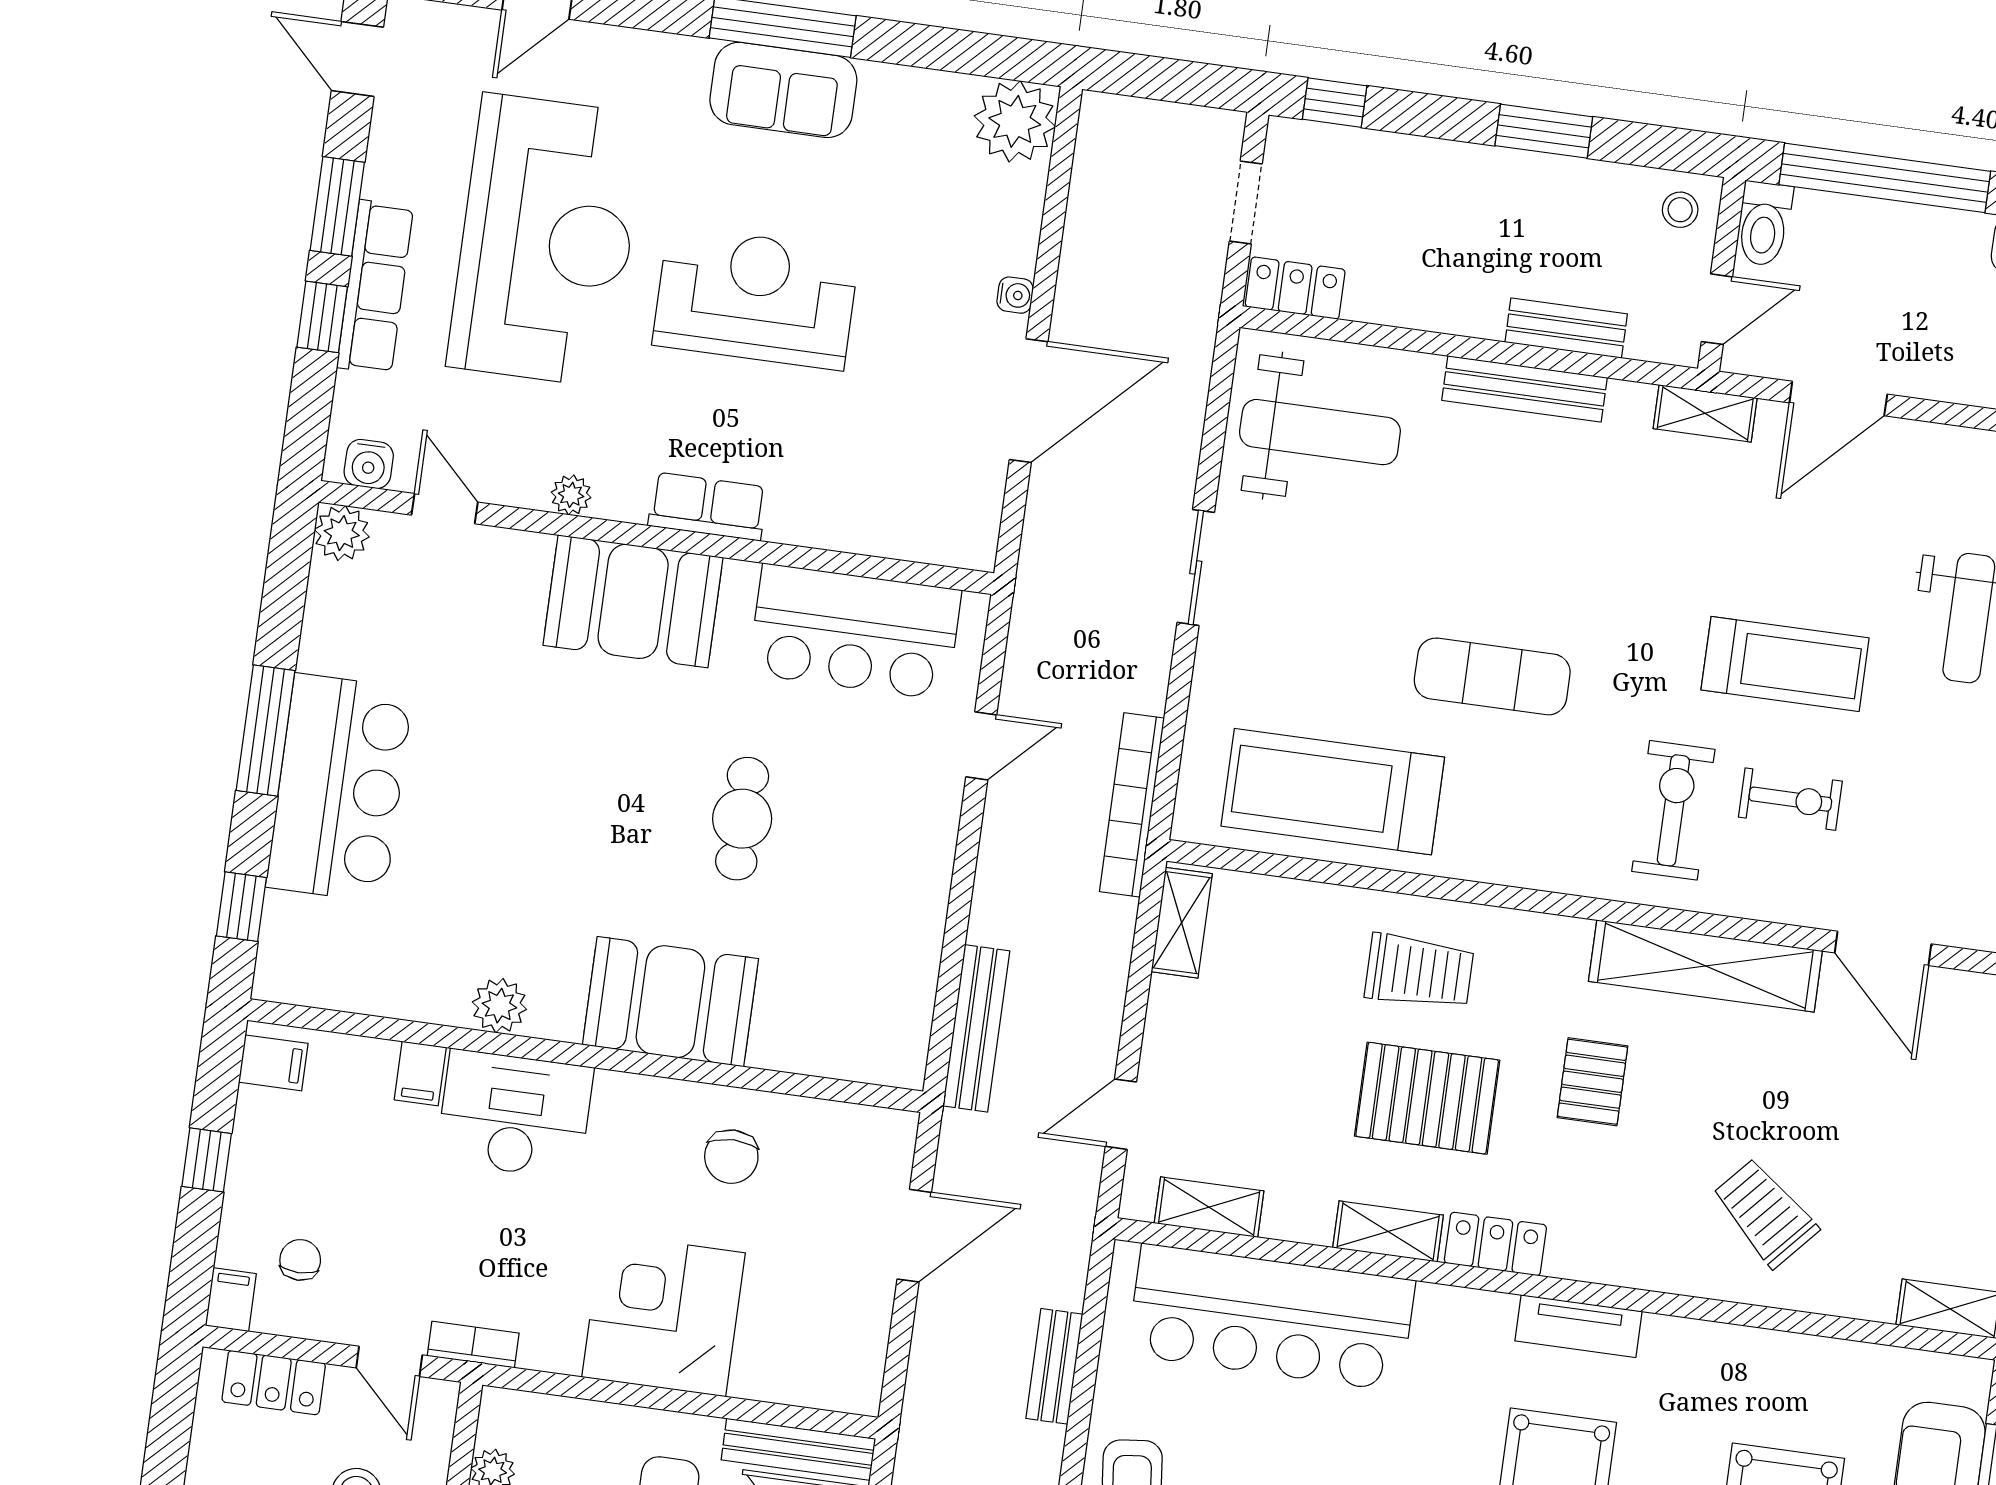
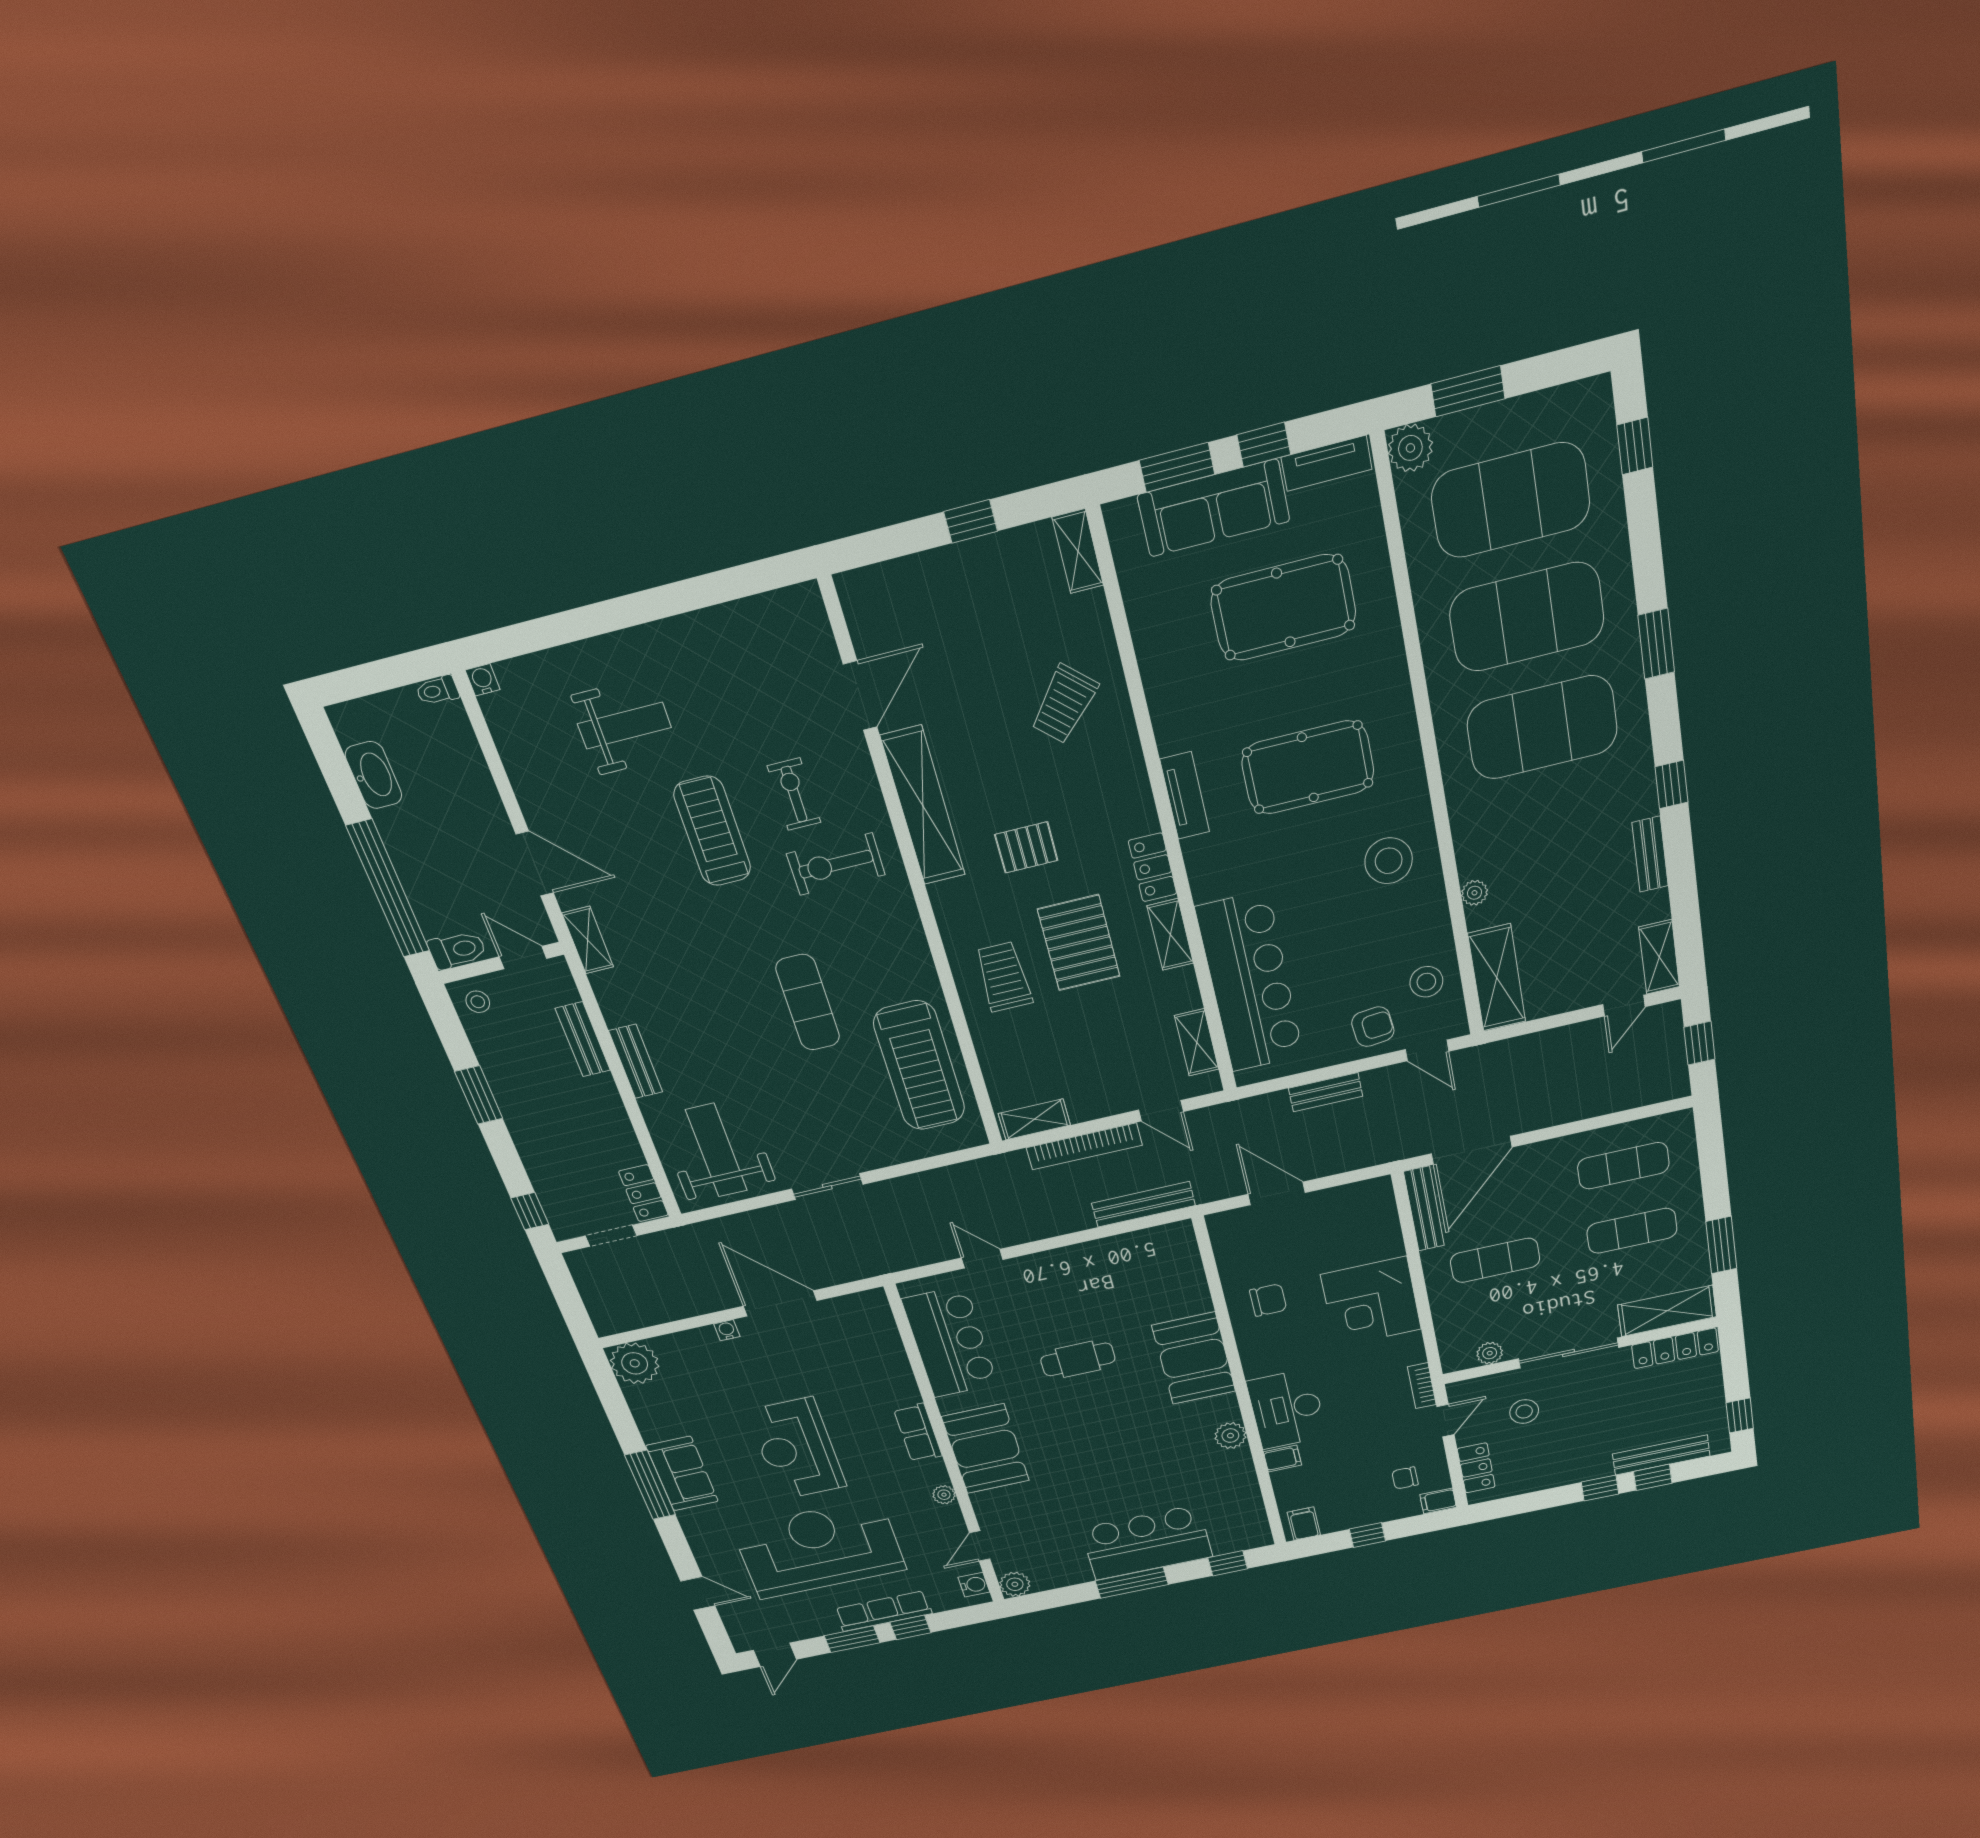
bench: (1525, 389) -> (636, 1061), width x0.73
bookcase: (1132, 805) -> (1084, 1146), moved

